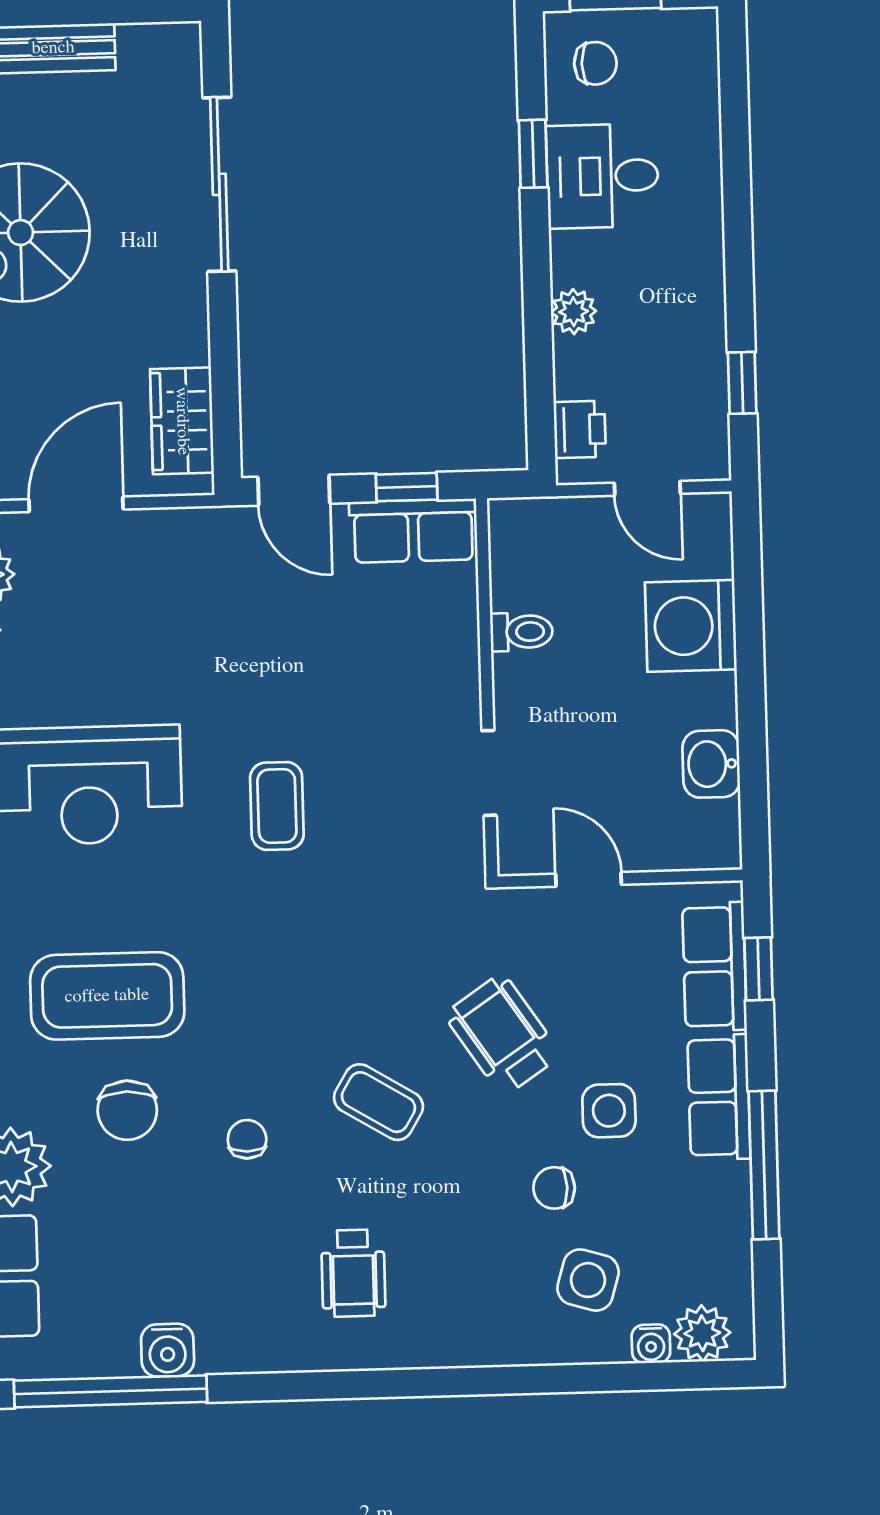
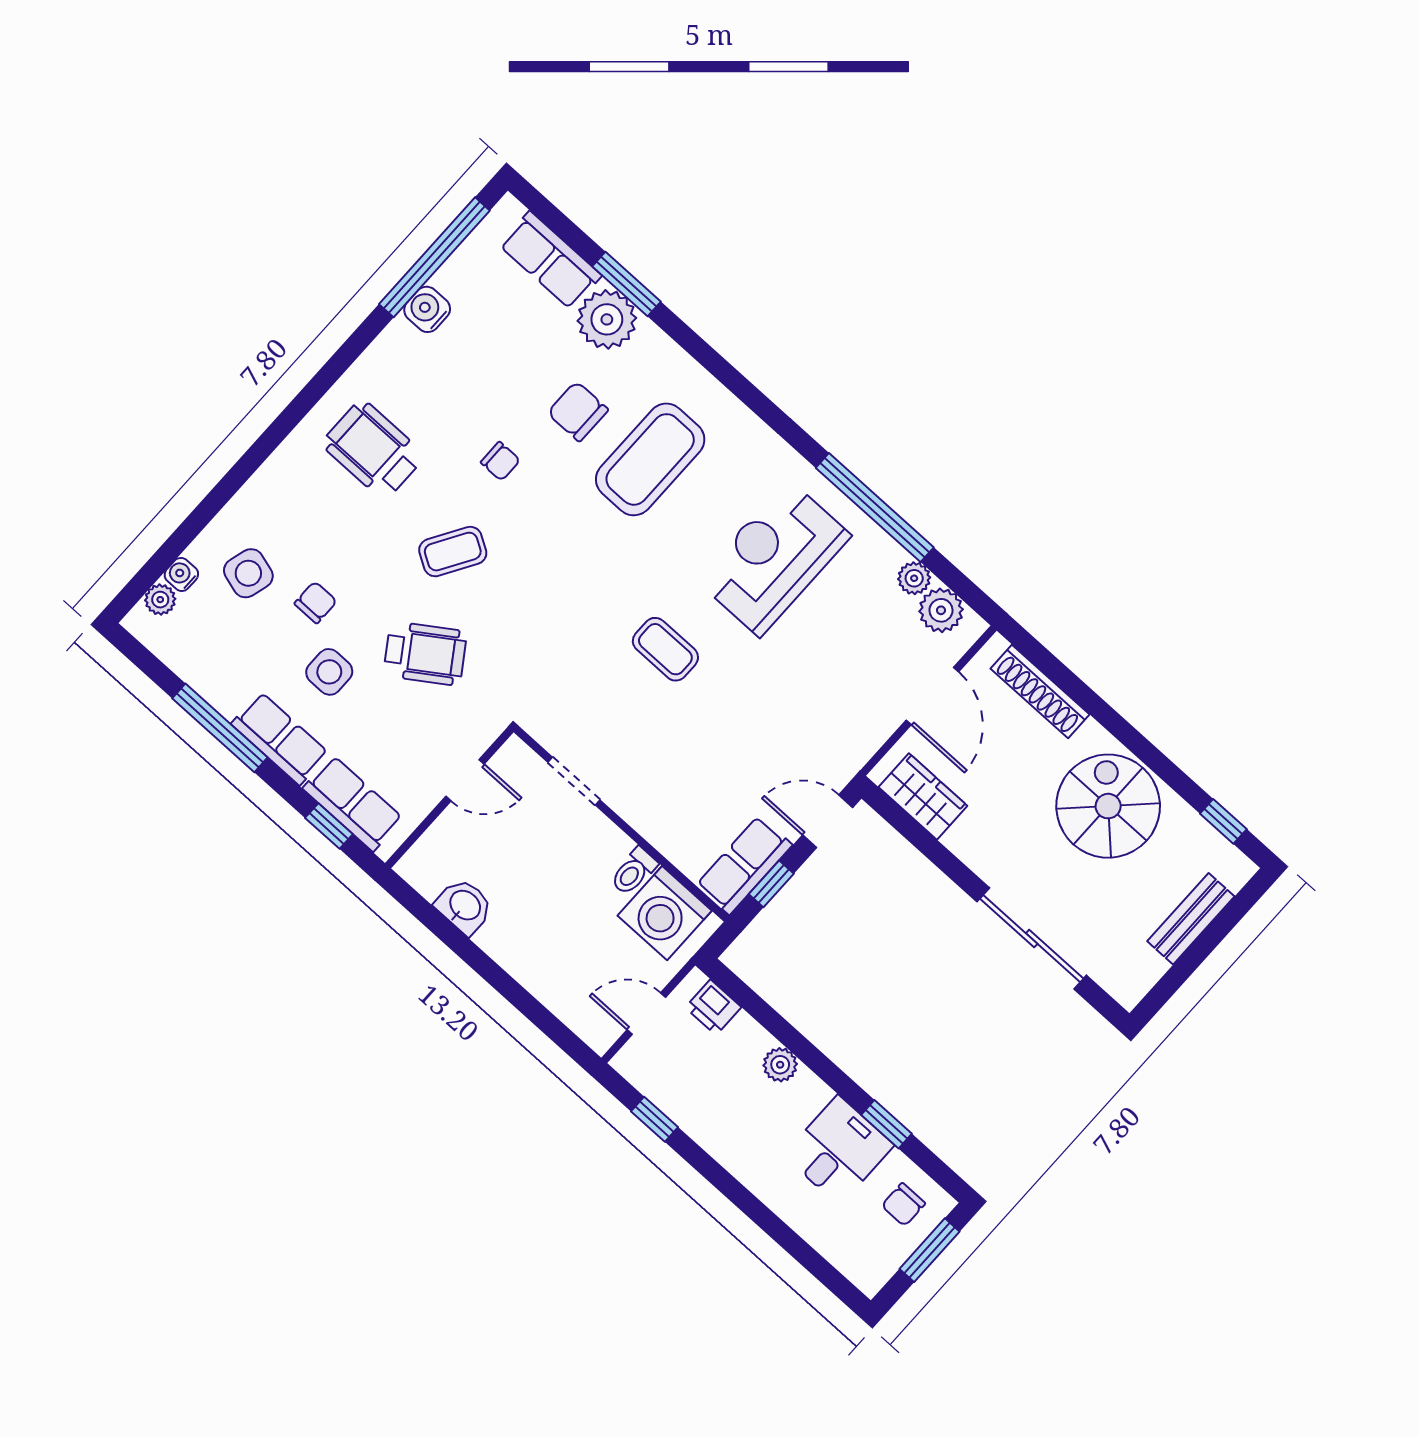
washing machine: (691, 626) -> (665, 913), moved, turned 180
wheelchair: (353, 1273) -> (373, 450), width x1.36, depth x1.37
plant: (702, 1333) -> (160, 600), width x0.73, depth x0.73

